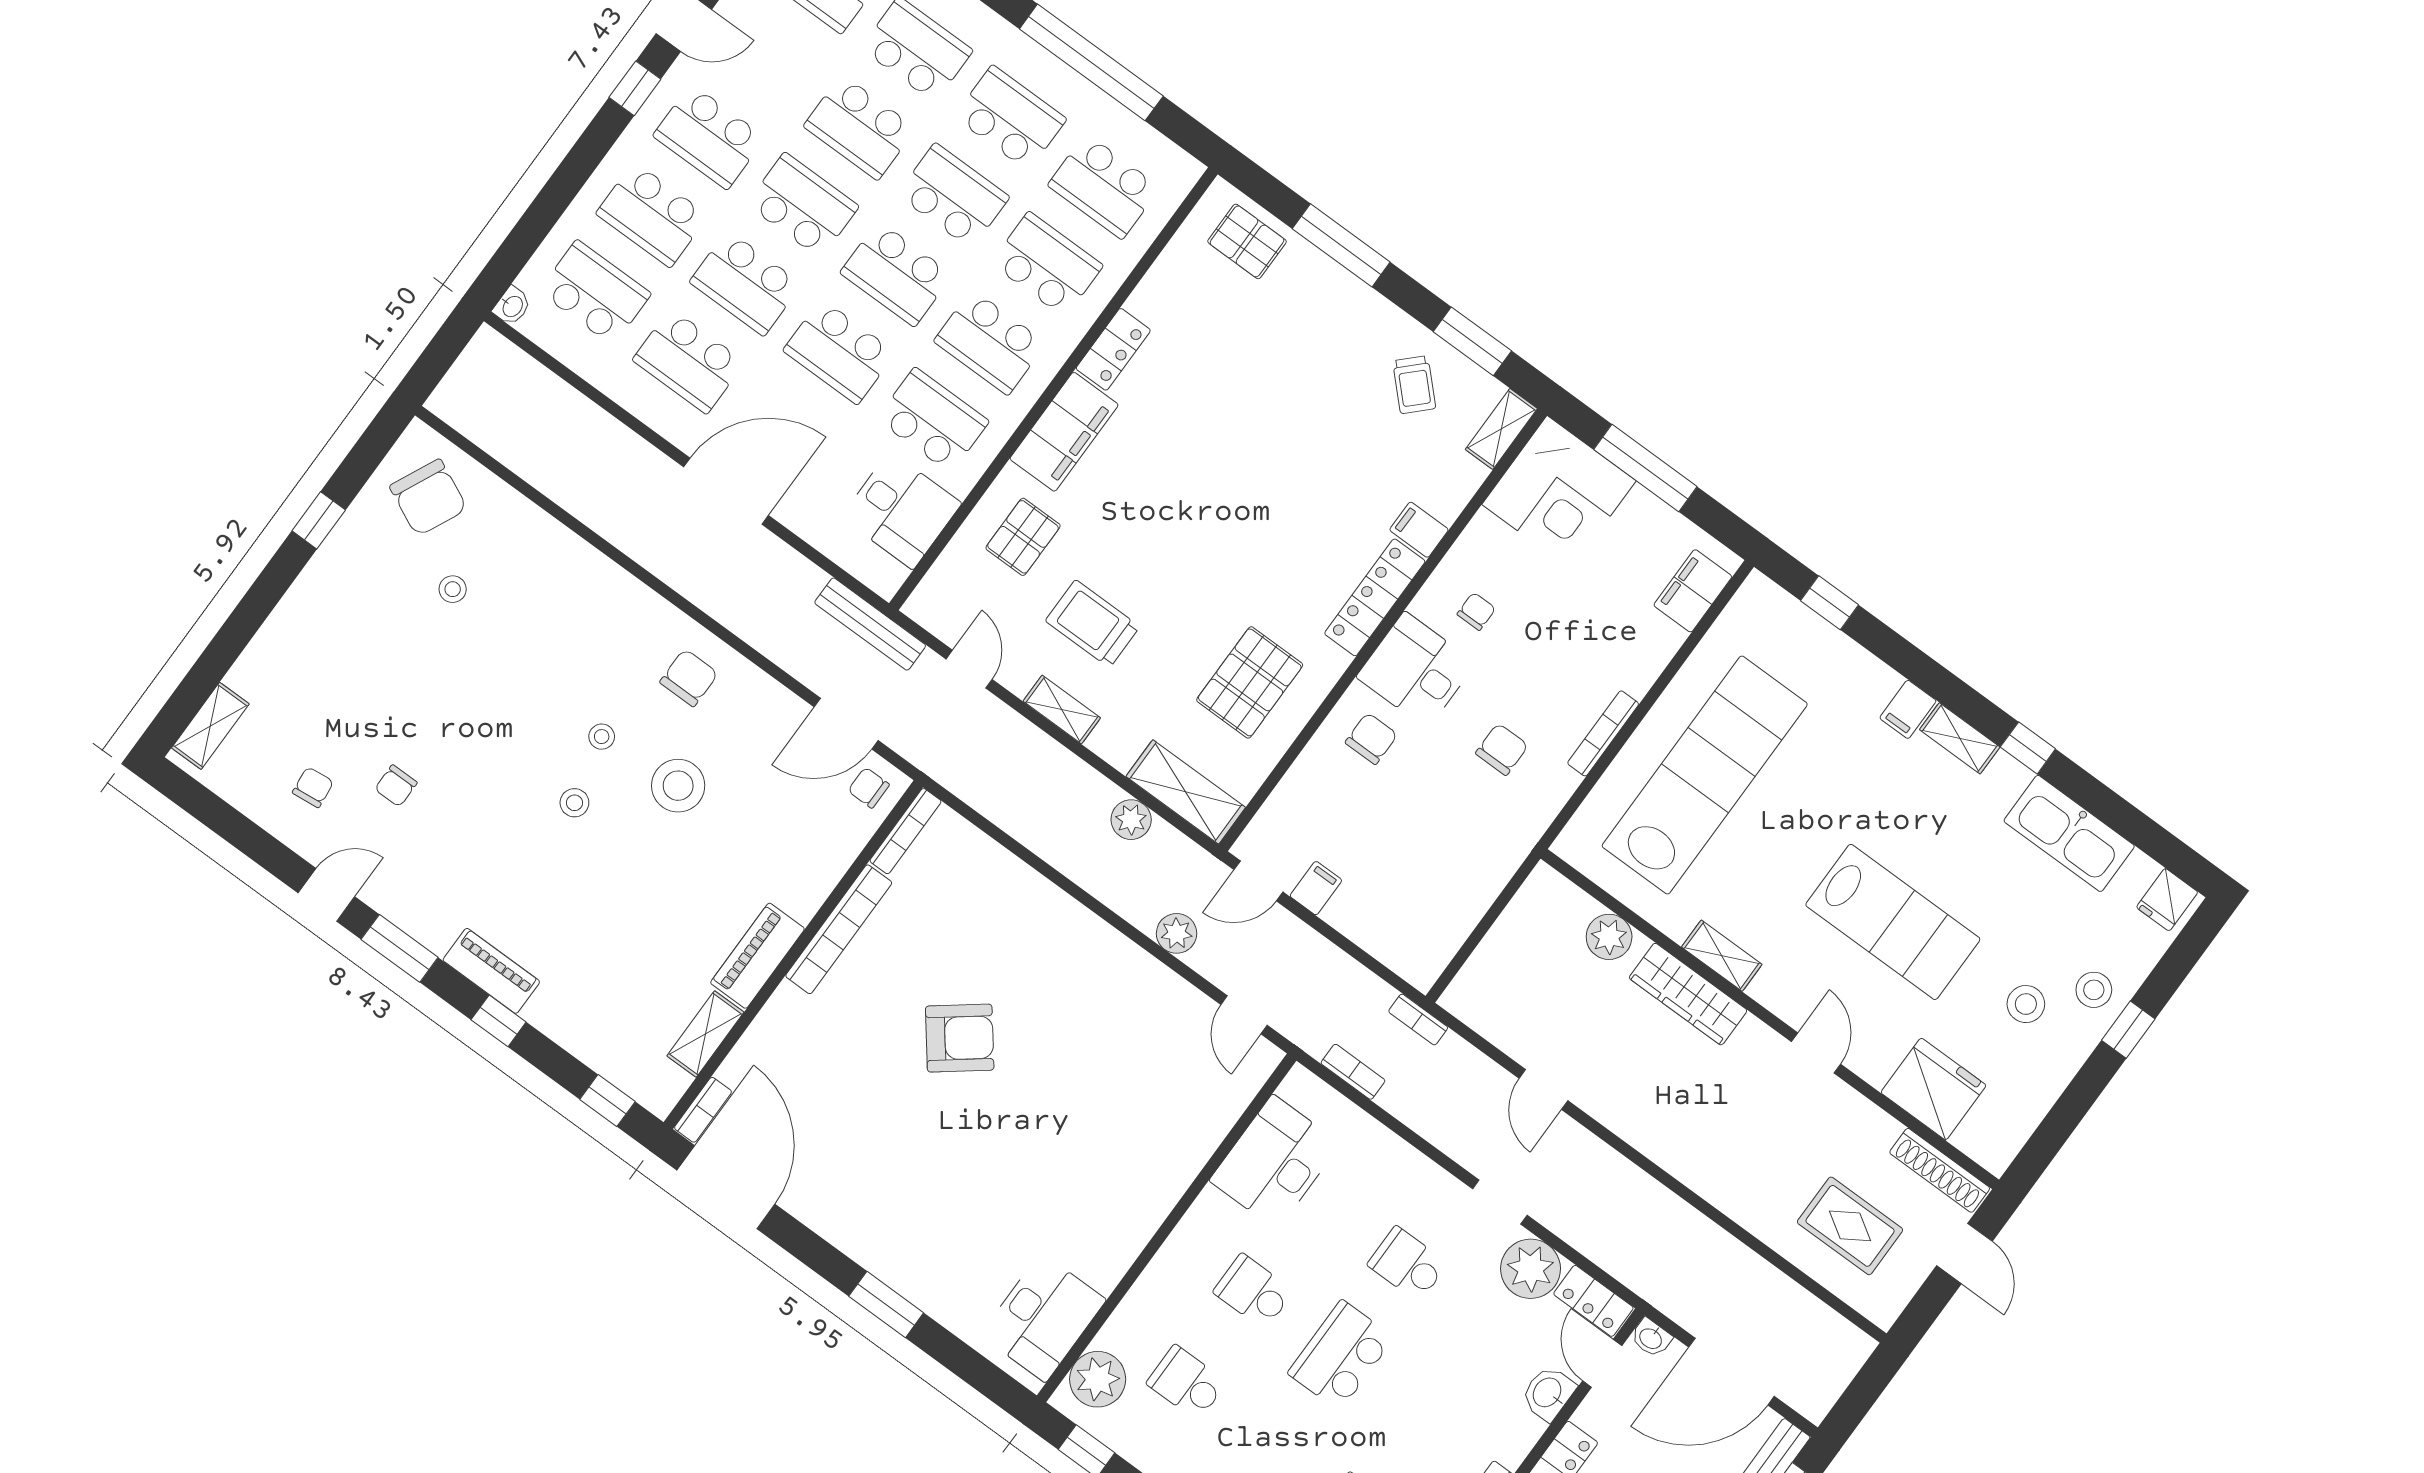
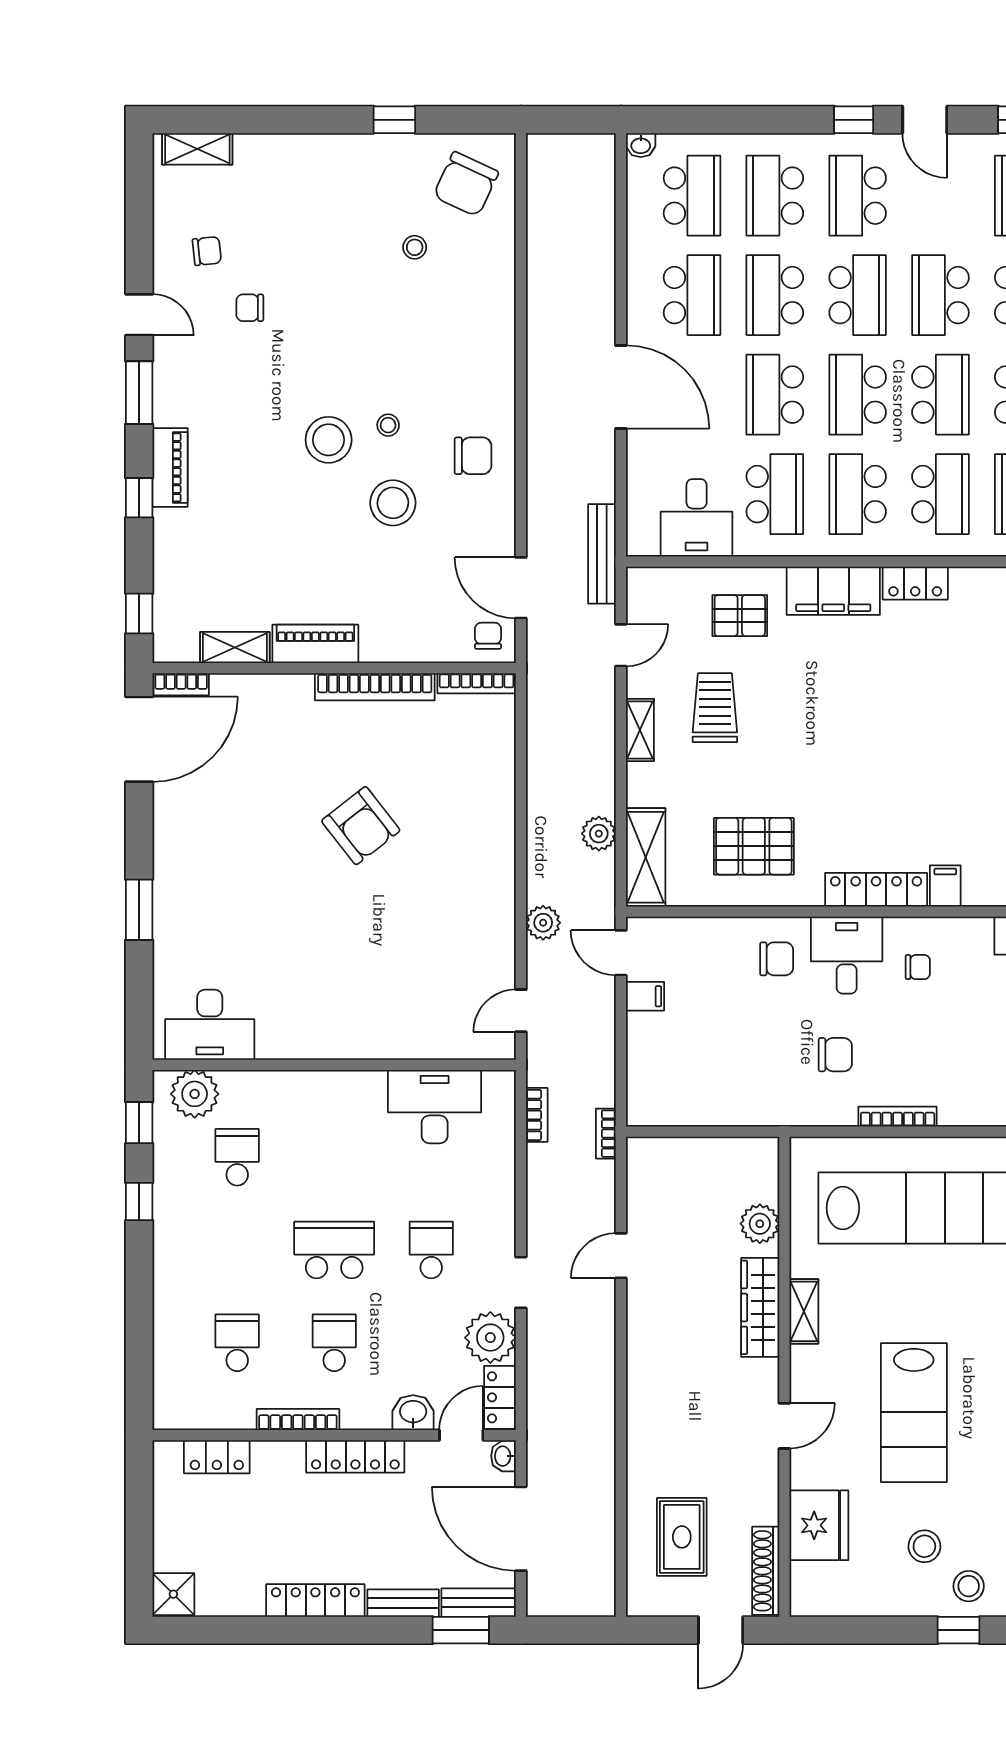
school desk: (689, 361) -> (692, 295), turned 180
stool: (574, 803) -> (329, 440), width x1.89, depth x1.89
school desk: (1253, 1291) -> (334, 1343), moved

